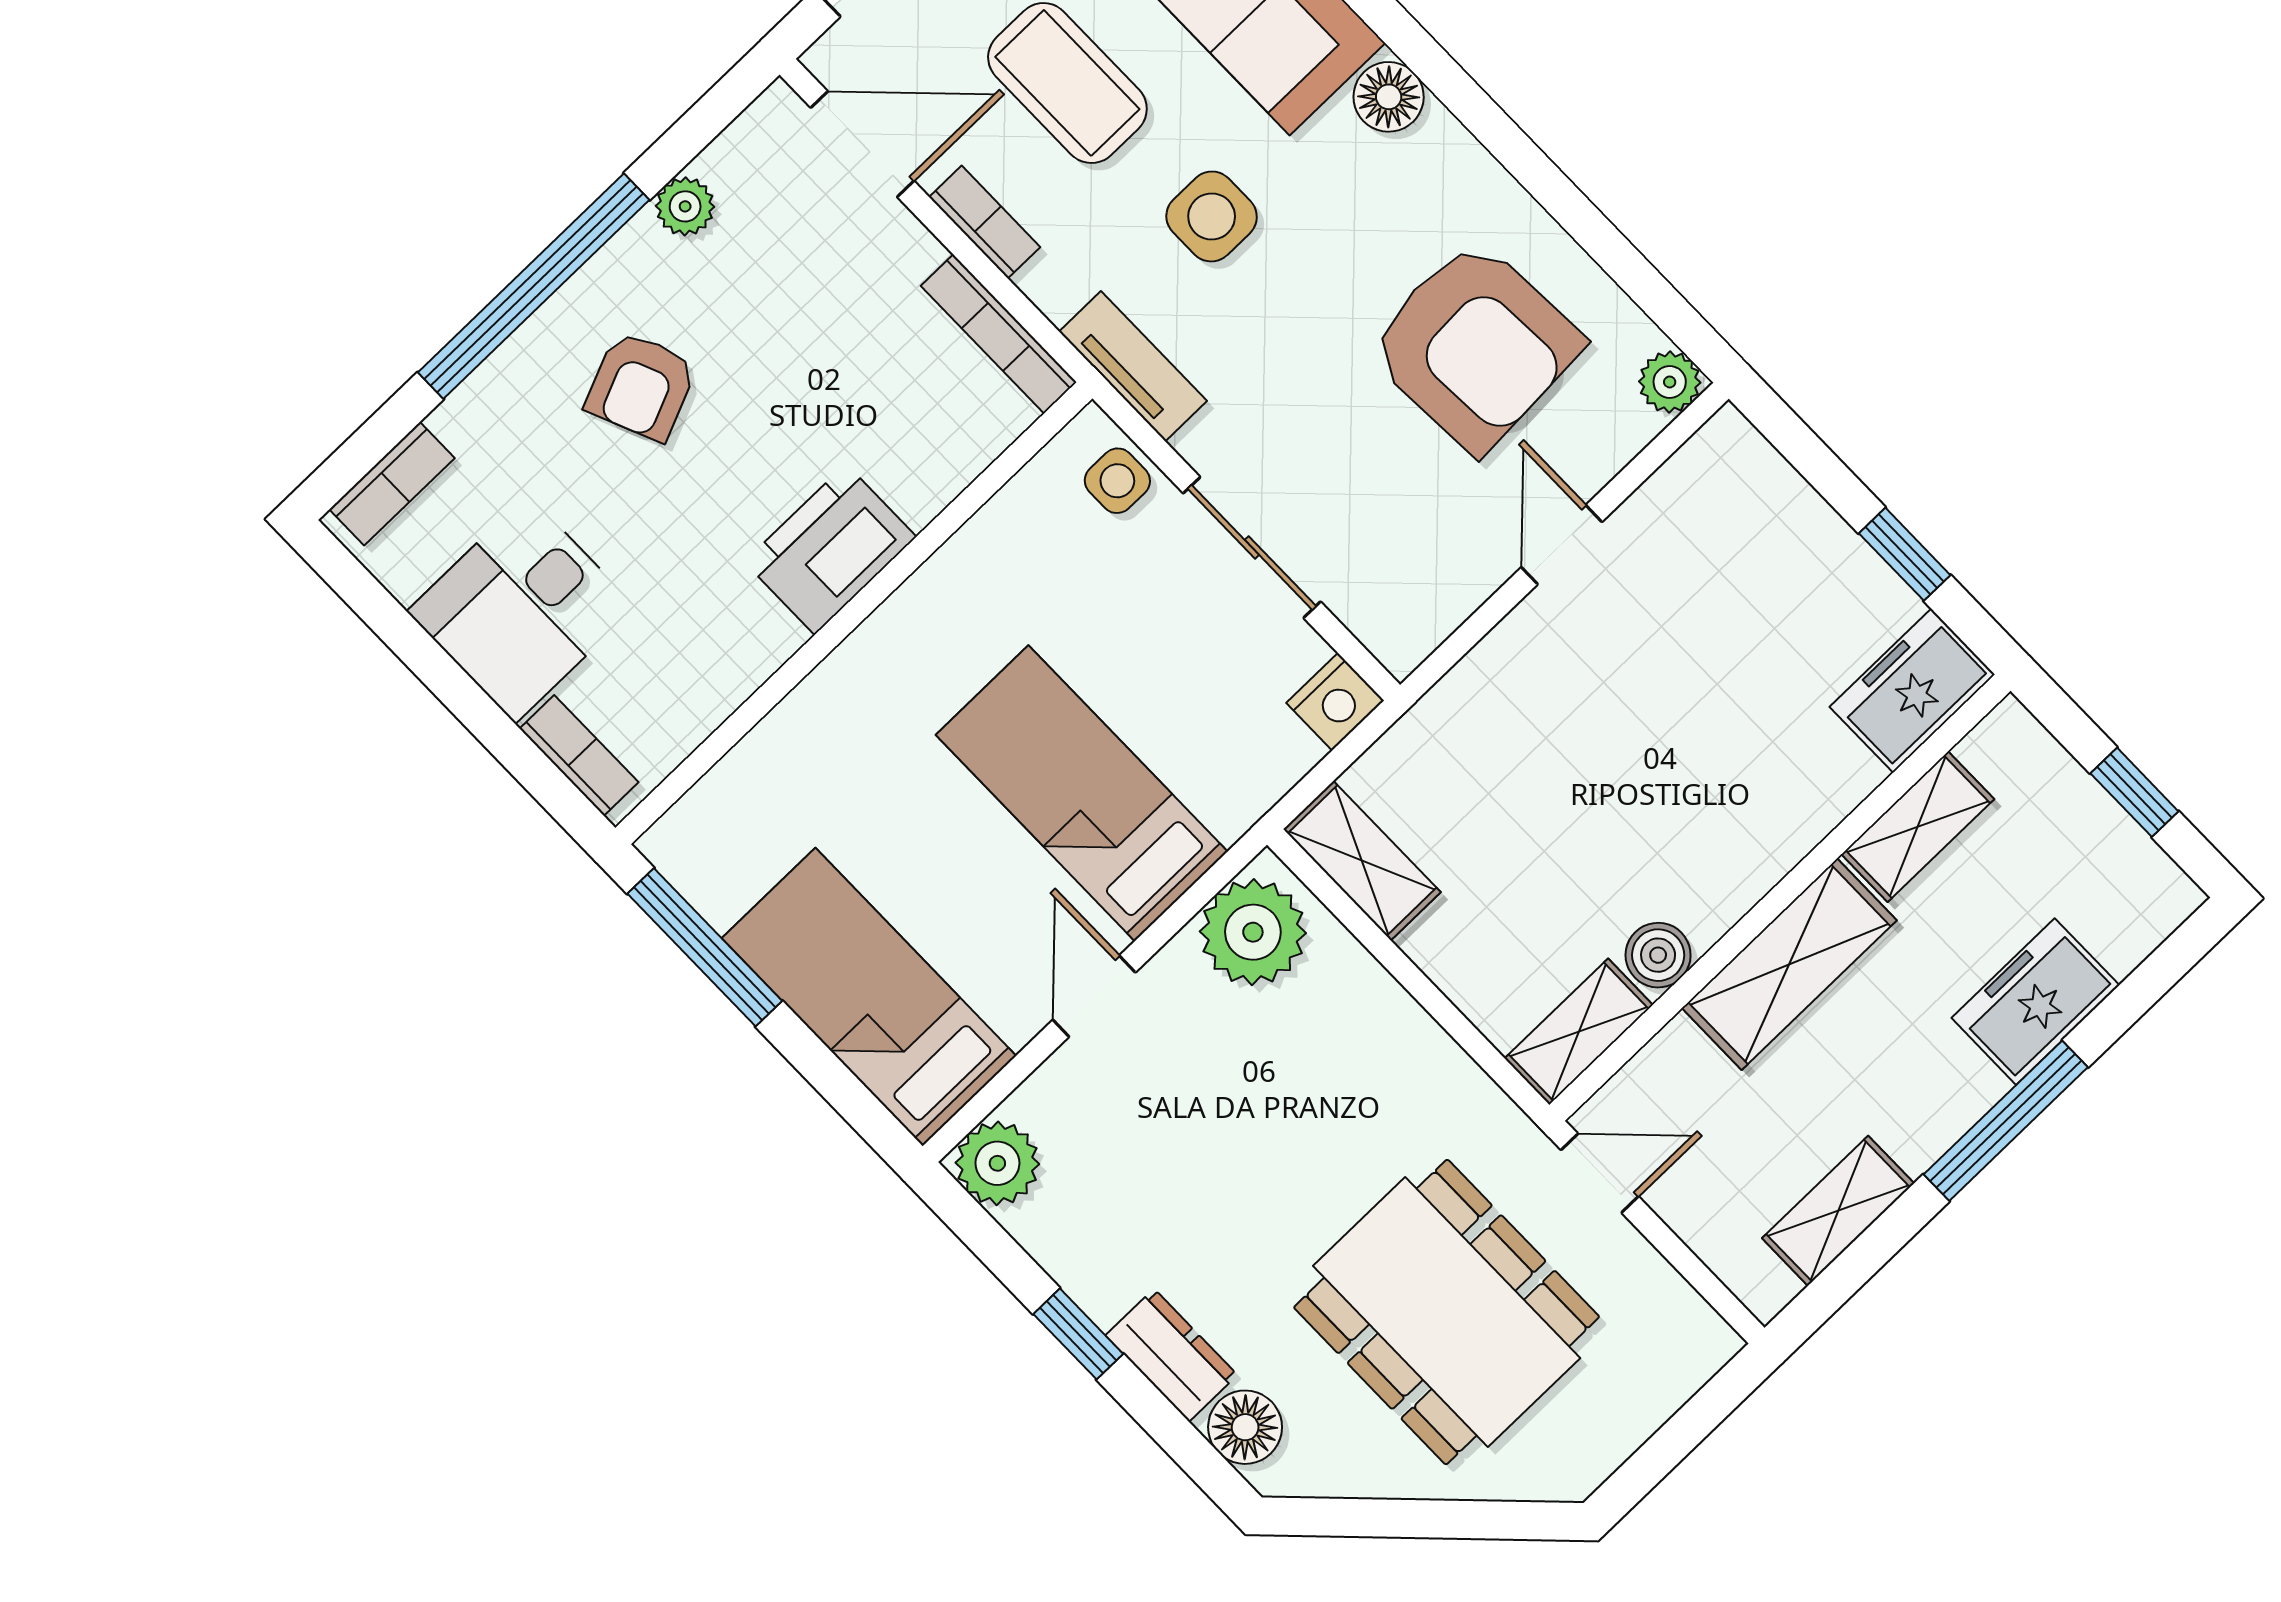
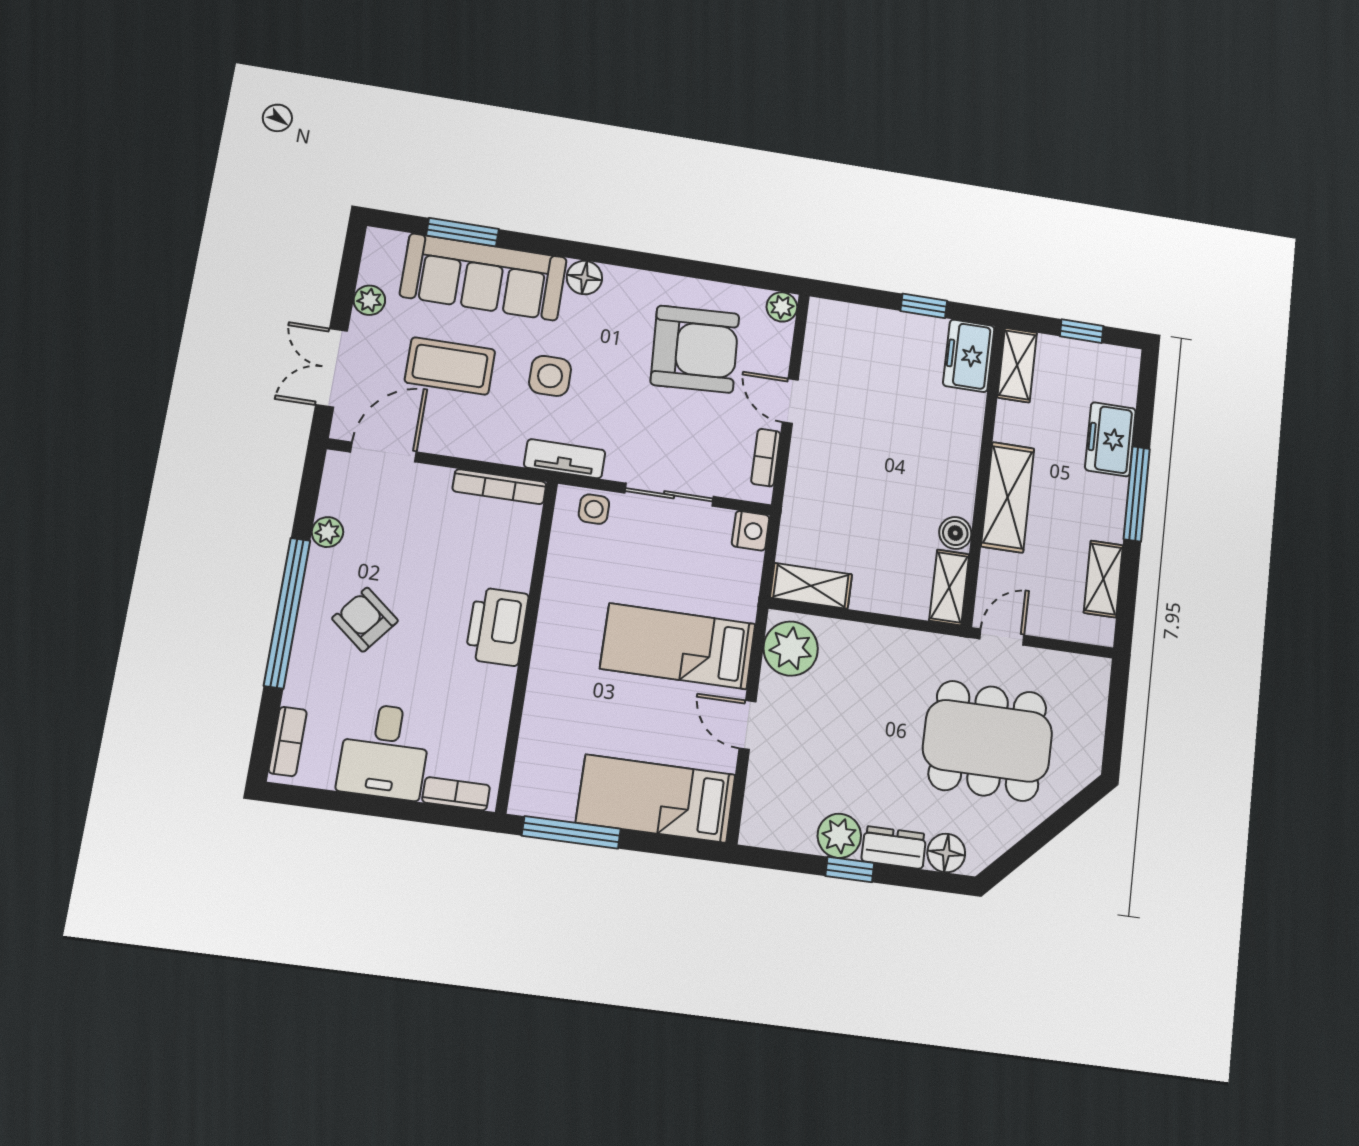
bookcase: (985, 222) -> (766, 458), moved, turned -90
armchair: (641, 386) -> (365, 620), turned 152
shelving: (1918, 827) -> (1017, 365), moved
plant: (997, 1163) -> (839, 836), moved

